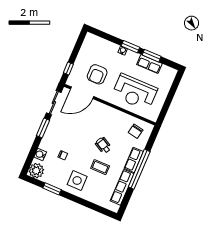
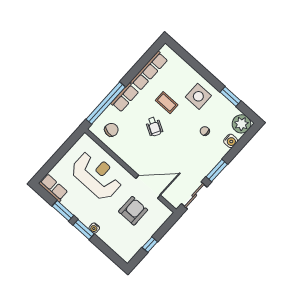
row of seats: (149, 64) -> (53, 188), moved
window: (68, 68) -> (150, 245), moved
door: (82, 93) -> (148, 187), moved
window: (139, 169) -> (106, 103), moved

